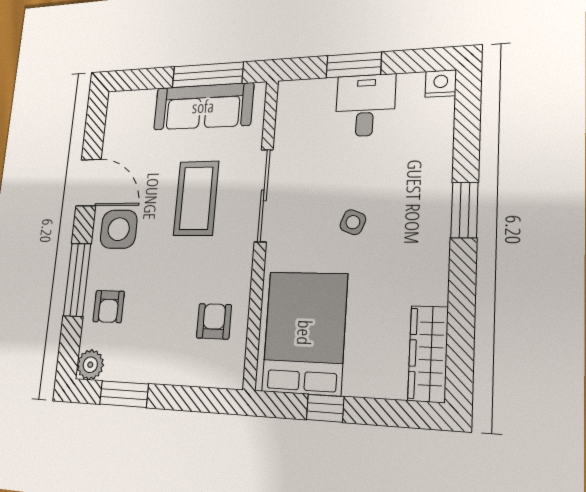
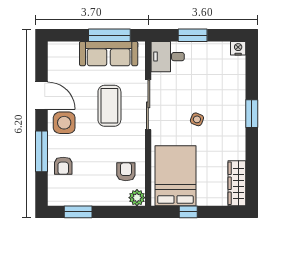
desk: (365, 105) -> (168, 57), moved, turned -90
plant: (90, 365) -> (137, 198), moved

